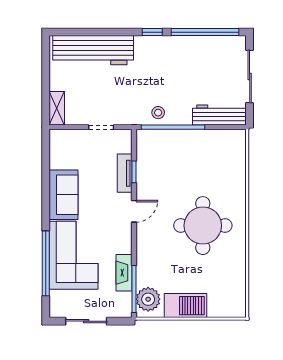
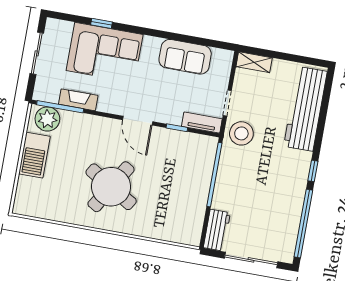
stool: (158, 113) -> (241, 133), moved, width x1.89, depth x1.89
workbench: (219, 115) -> (217, 230), width x0.73
tv unit: (125, 173) -> (202, 123), moved
sofa: (64, 195) -> (185, 57), moved
door: (134, 211) -> (138, 121), width x1.38
round table: (203, 226) -> (111, 187), turned 31
window: (46, 263) -> (101, 23), width x0.32

